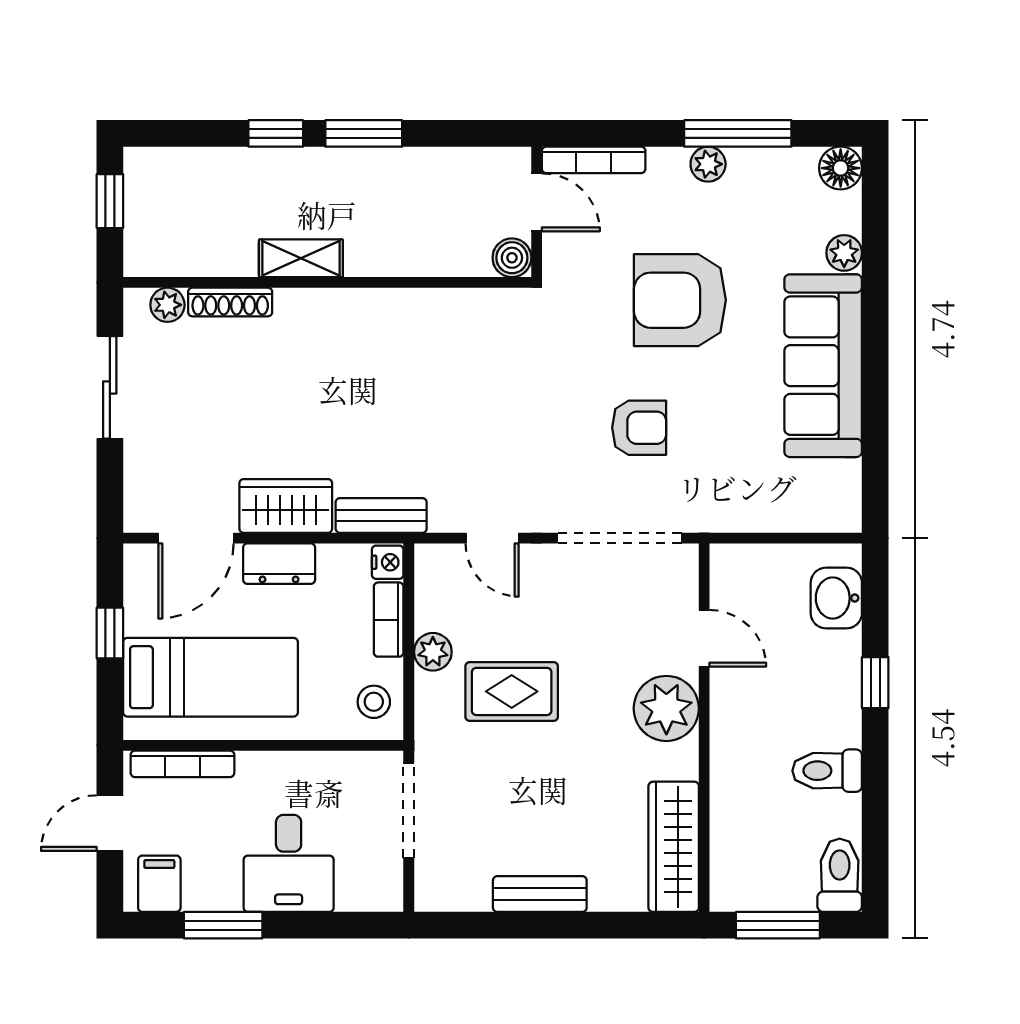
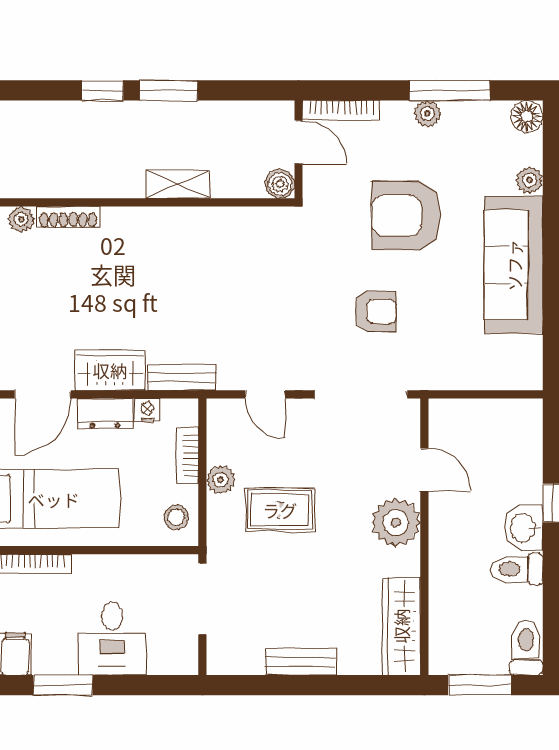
shelving: (301, 258) -> (177, 184), moved
nightstand: (388, 562) -> (147, 410), moved, turned -90
washbasin: (836, 598) -> (524, 528), moved

